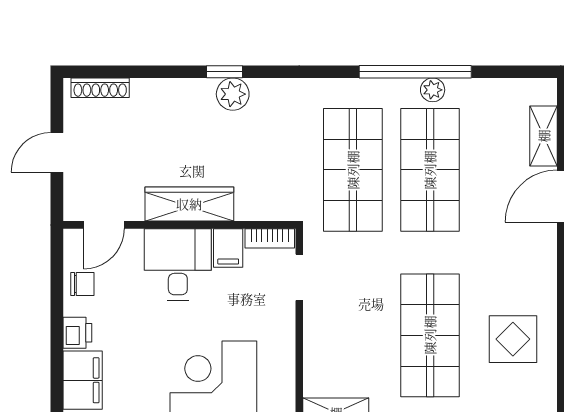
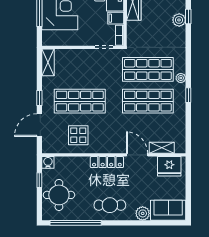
window: (415, 72) -> (188, 95), width x0.32
plant: (433, 90) -> (181, 78), moved

